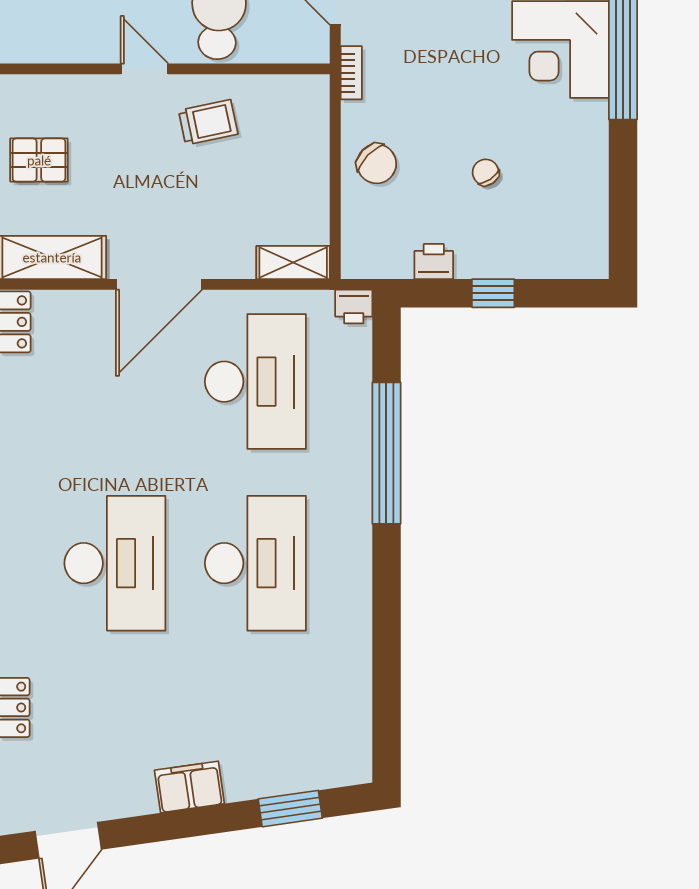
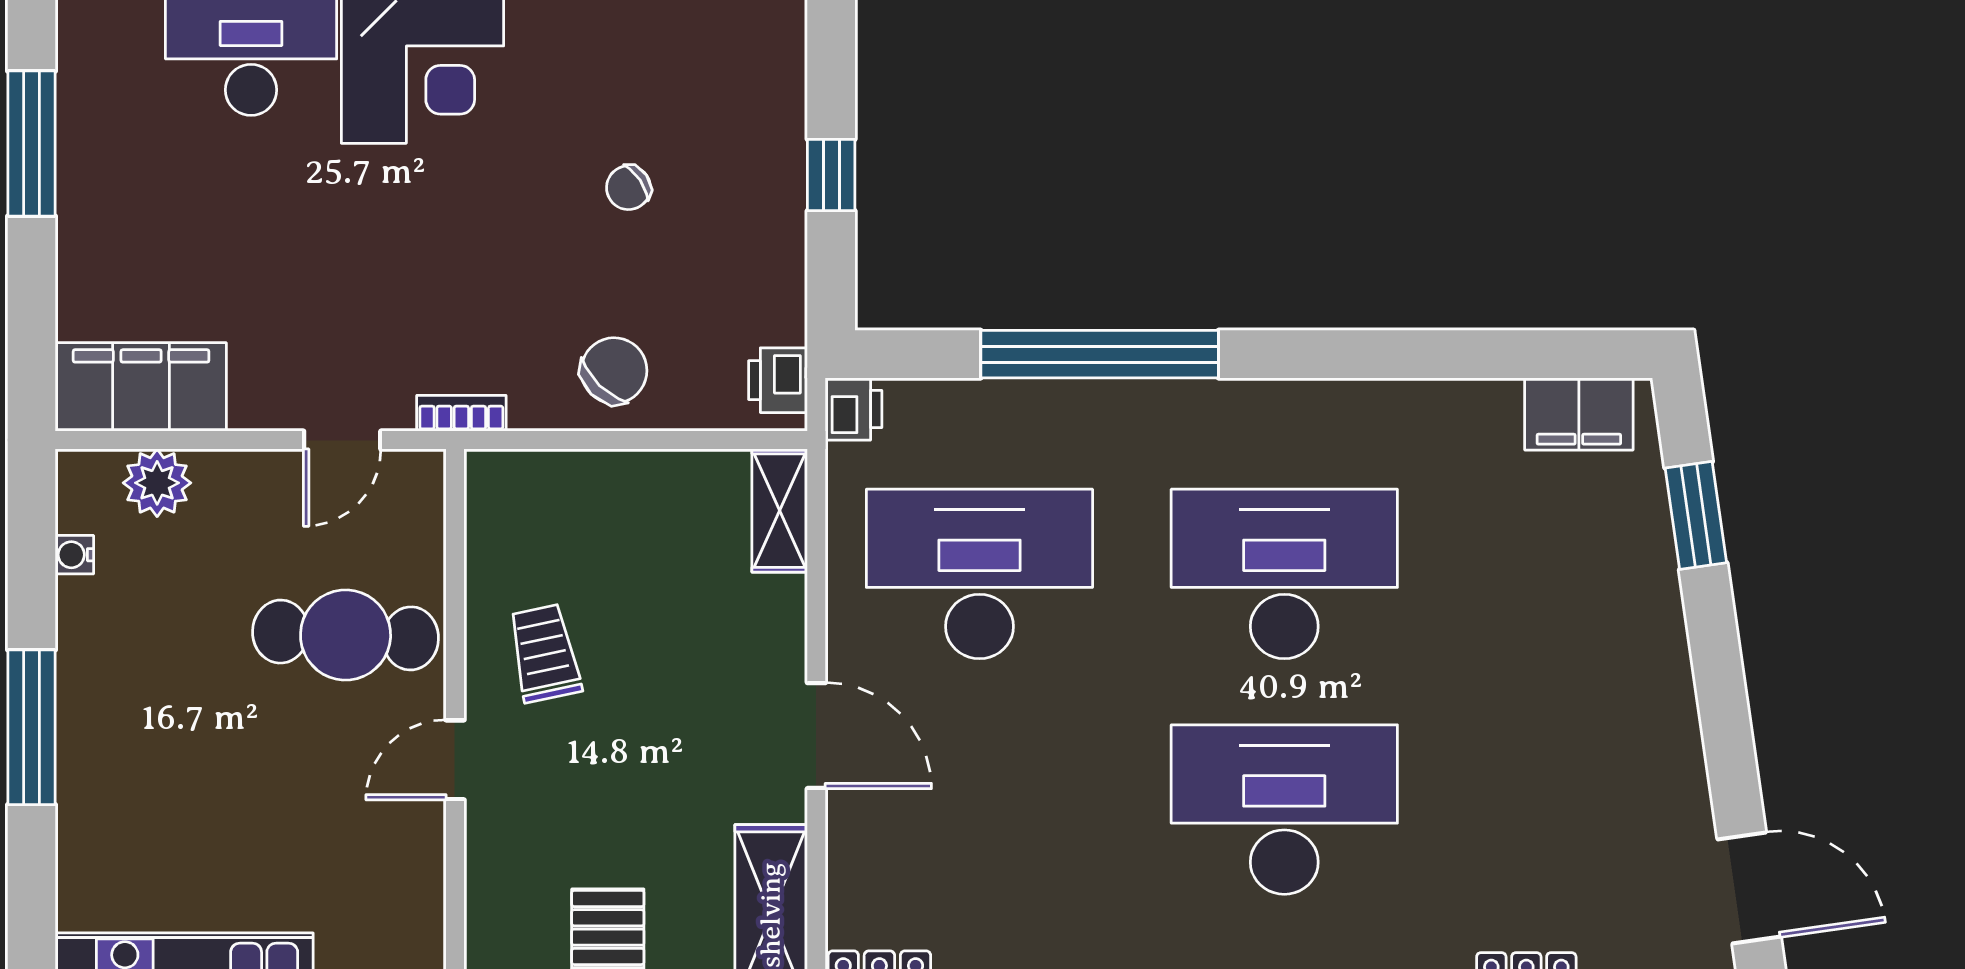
printer: (434, 261) -> (778, 380), moved
door: (159, 284) -> (816, 736), width x0.73
filing cabinet: (189, 787) -> (1579, 414), moved, turned -82

